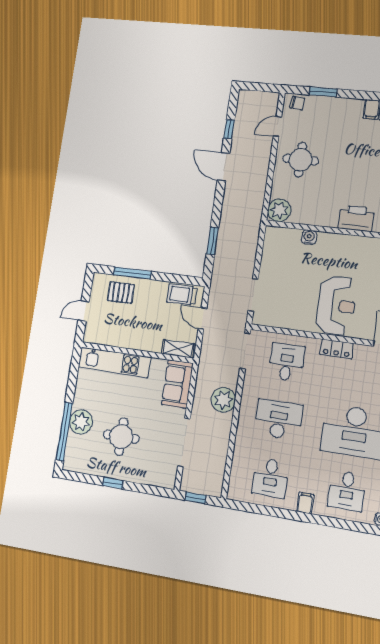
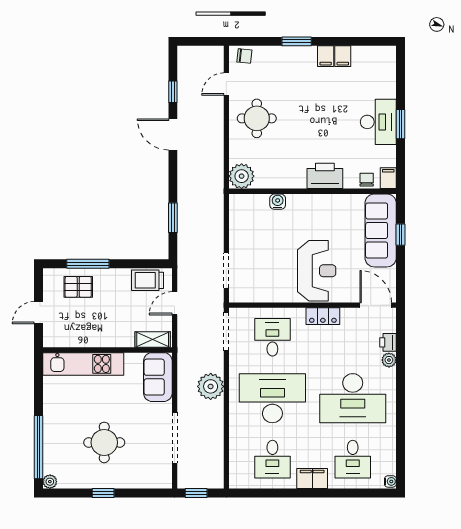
window: (323, 92) -> (297, 41), moved
door: (202, 318) -> (175, 303), hinge flipped
desk: (279, 420) -> (272, 398), width x1.36, depth x1.30
plant: (81, 422) -> (50, 482), moved, width x0.53, depth x0.53
filing cabinet: (305, 503) -> (312, 479), width x2.00

